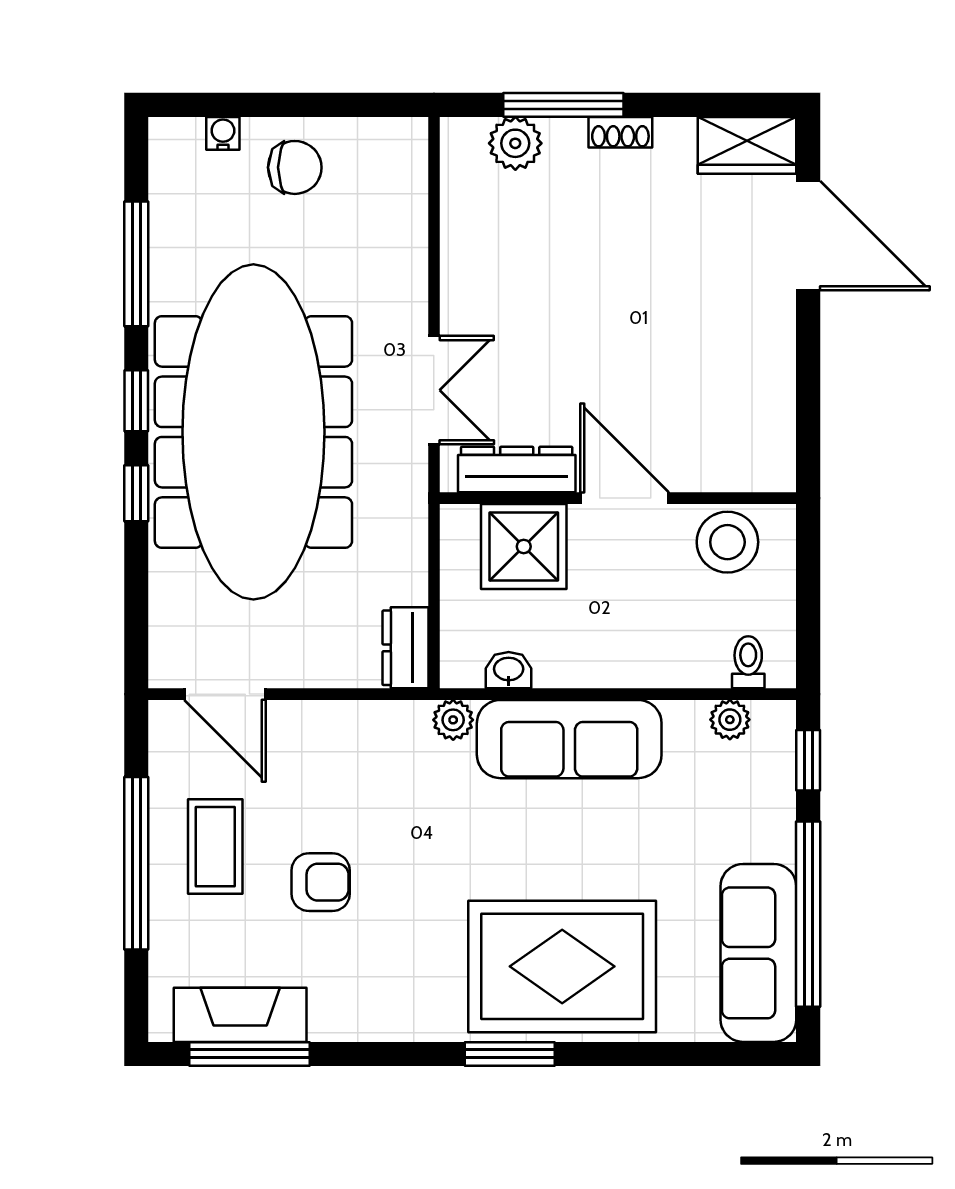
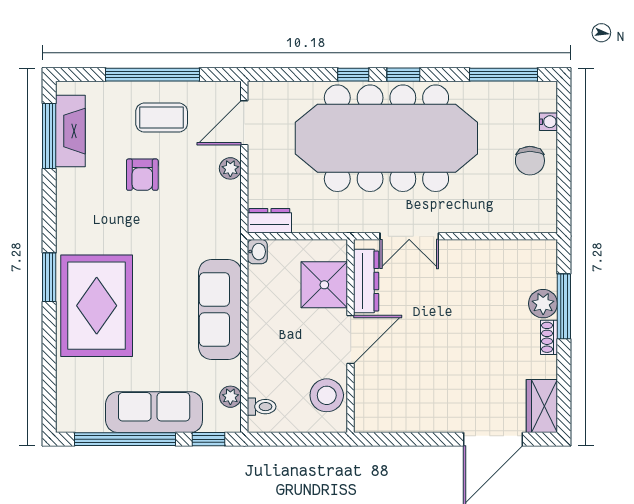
plant: (515, 143) -> (543, 304), moved
window: (136, 264) -> (503, 75), moved
washbasin: (509, 670) -> (257, 252), moved
plant: (453, 720) -> (230, 168), moved
sofa: (758, 953) -> (154, 412), moved

